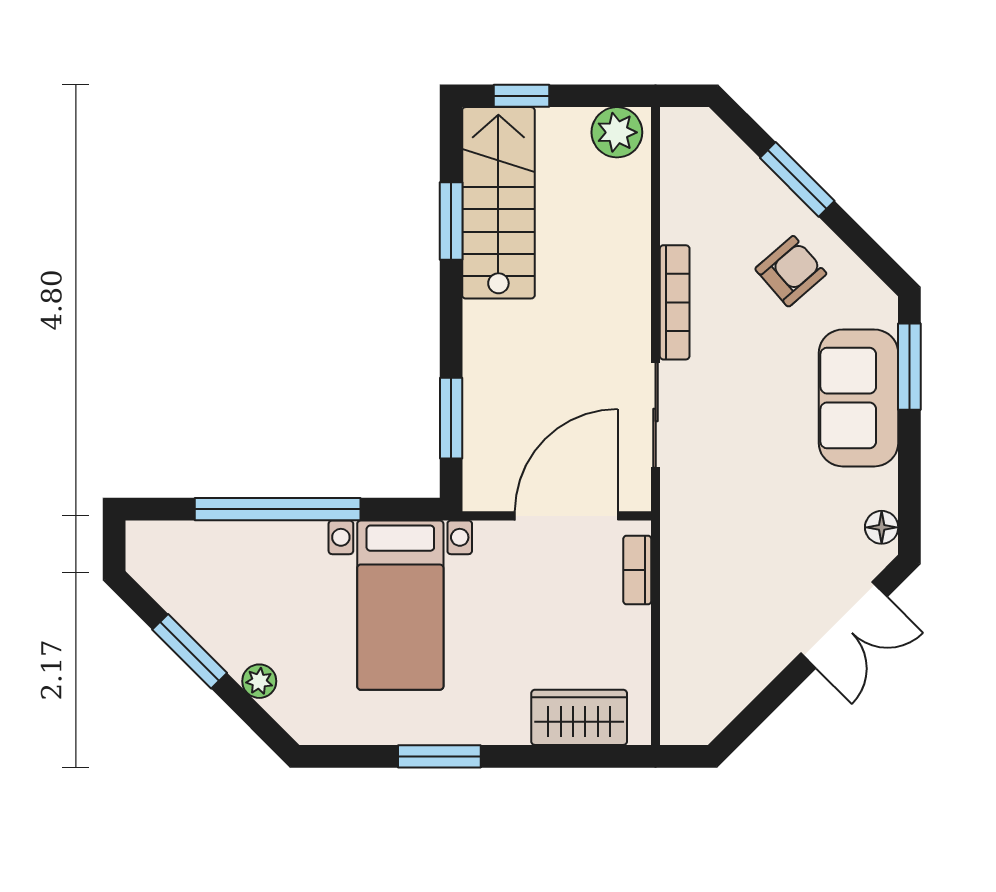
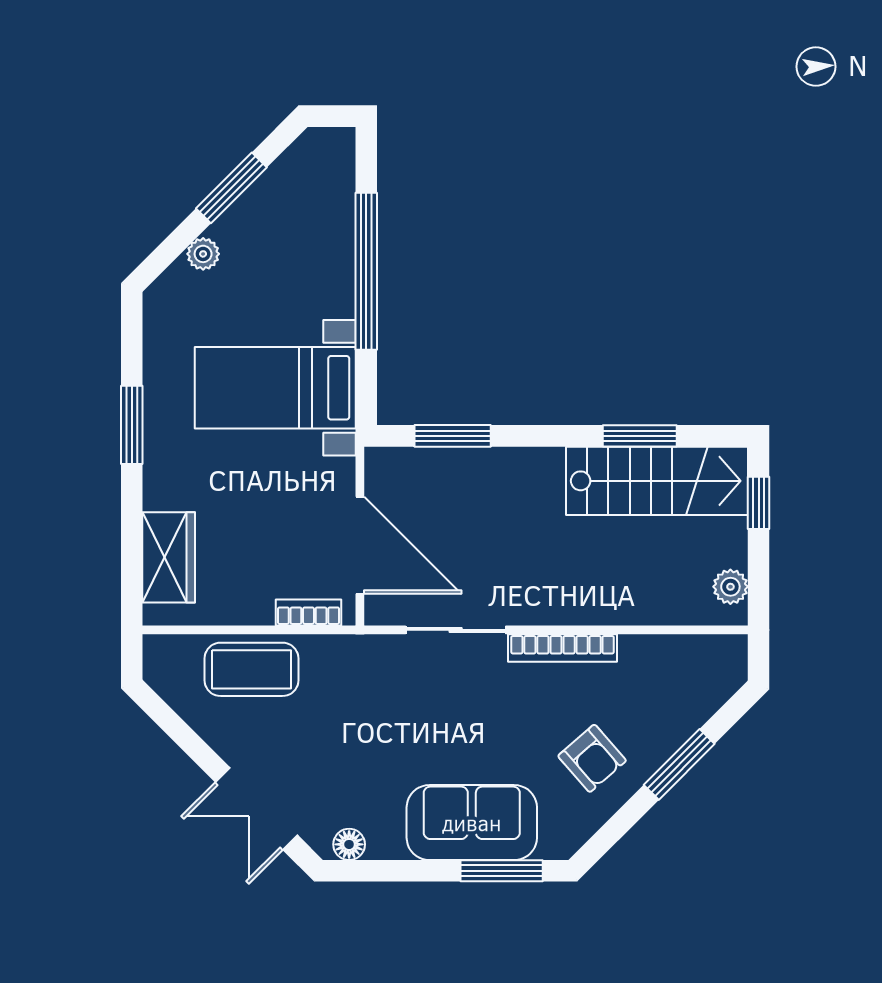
plant: (617, 132) -> (730, 587), width x0.73, depth x0.73
coffee table: (697, 630) -> (251, 669), added

